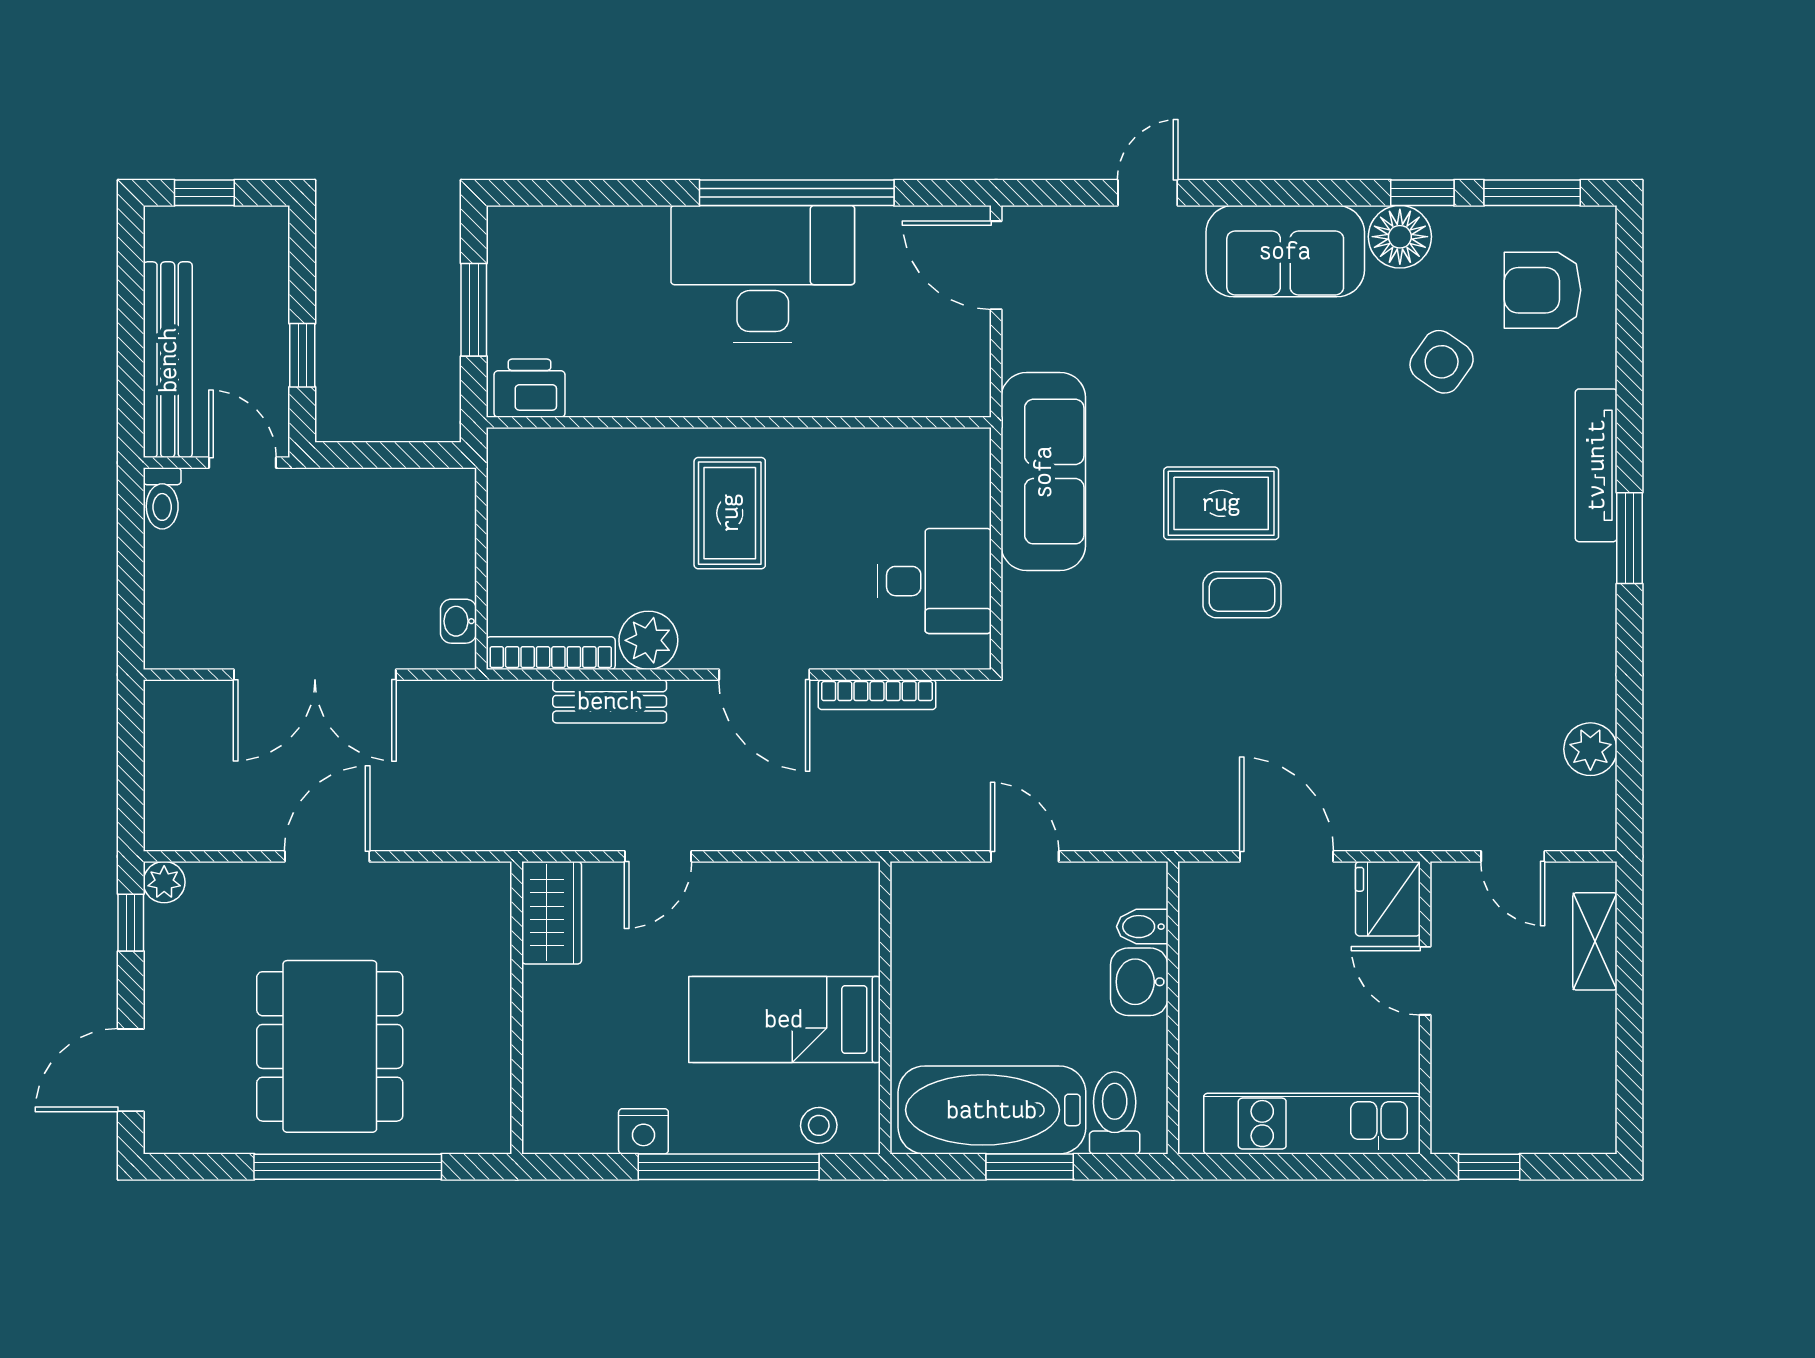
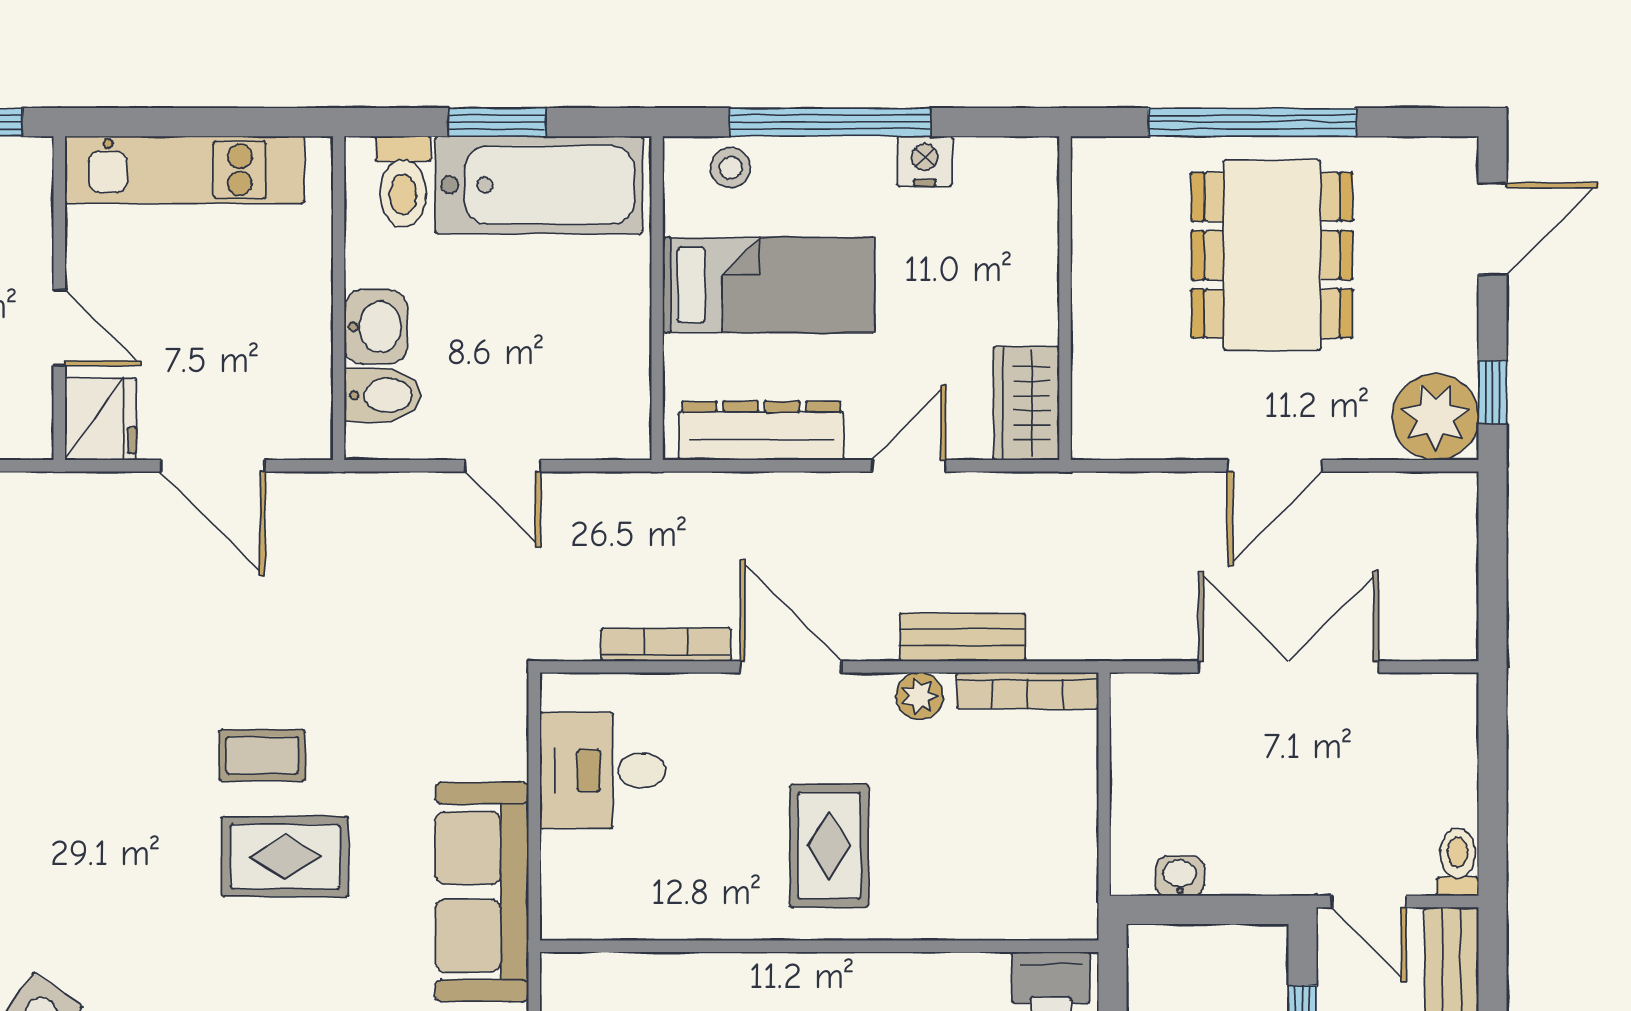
washbasin: (458, 621) -> (1180, 876), moved, turned -90
plant: (648, 640) -> (919, 696), width x0.73, depth x0.73
plant: (164, 882) -> (1435, 417), width x1.88, depth x1.88
dresser: (791, 888) -> (761, 431), added
bidet: (1142, 927) -> (383, 395), width x1.38, depth x1.36

